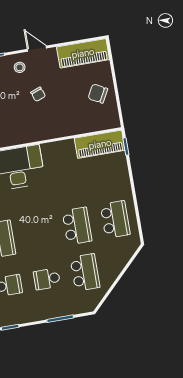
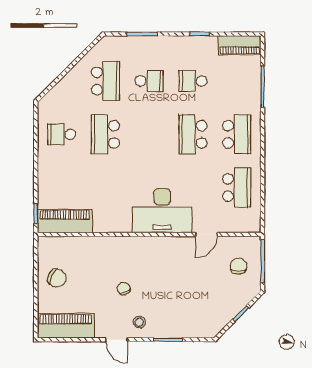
school desk: (115, 219) -> (62, 134), width x0.54
school desk: (85, 272) -> (105, 81), turned 180

